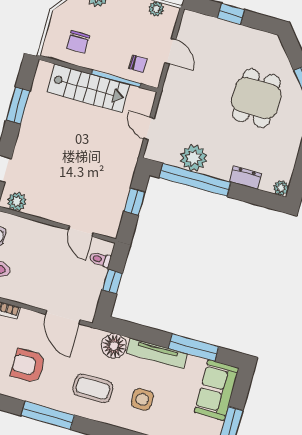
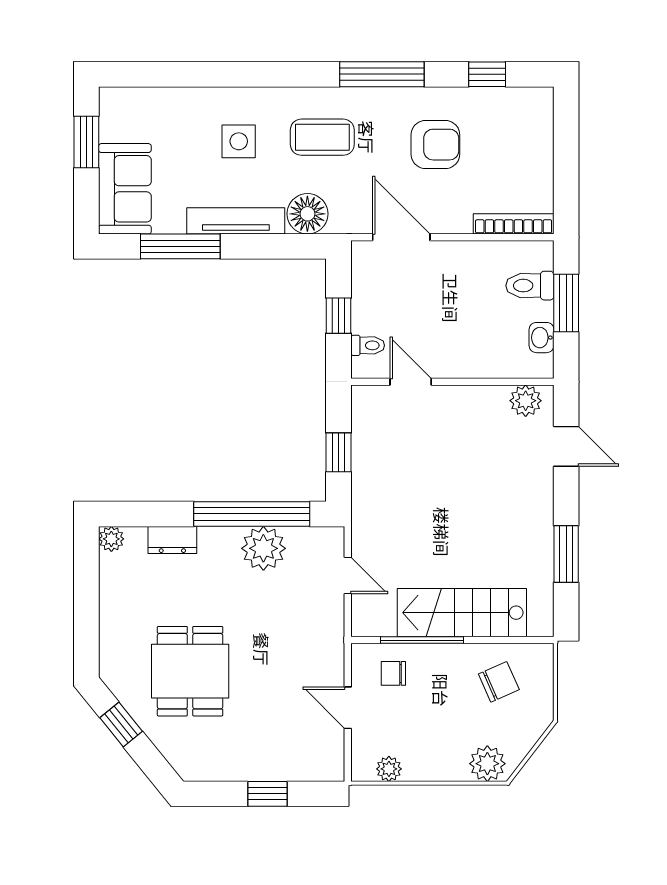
chair: (78, 42) -> (499, 682), turned 66

